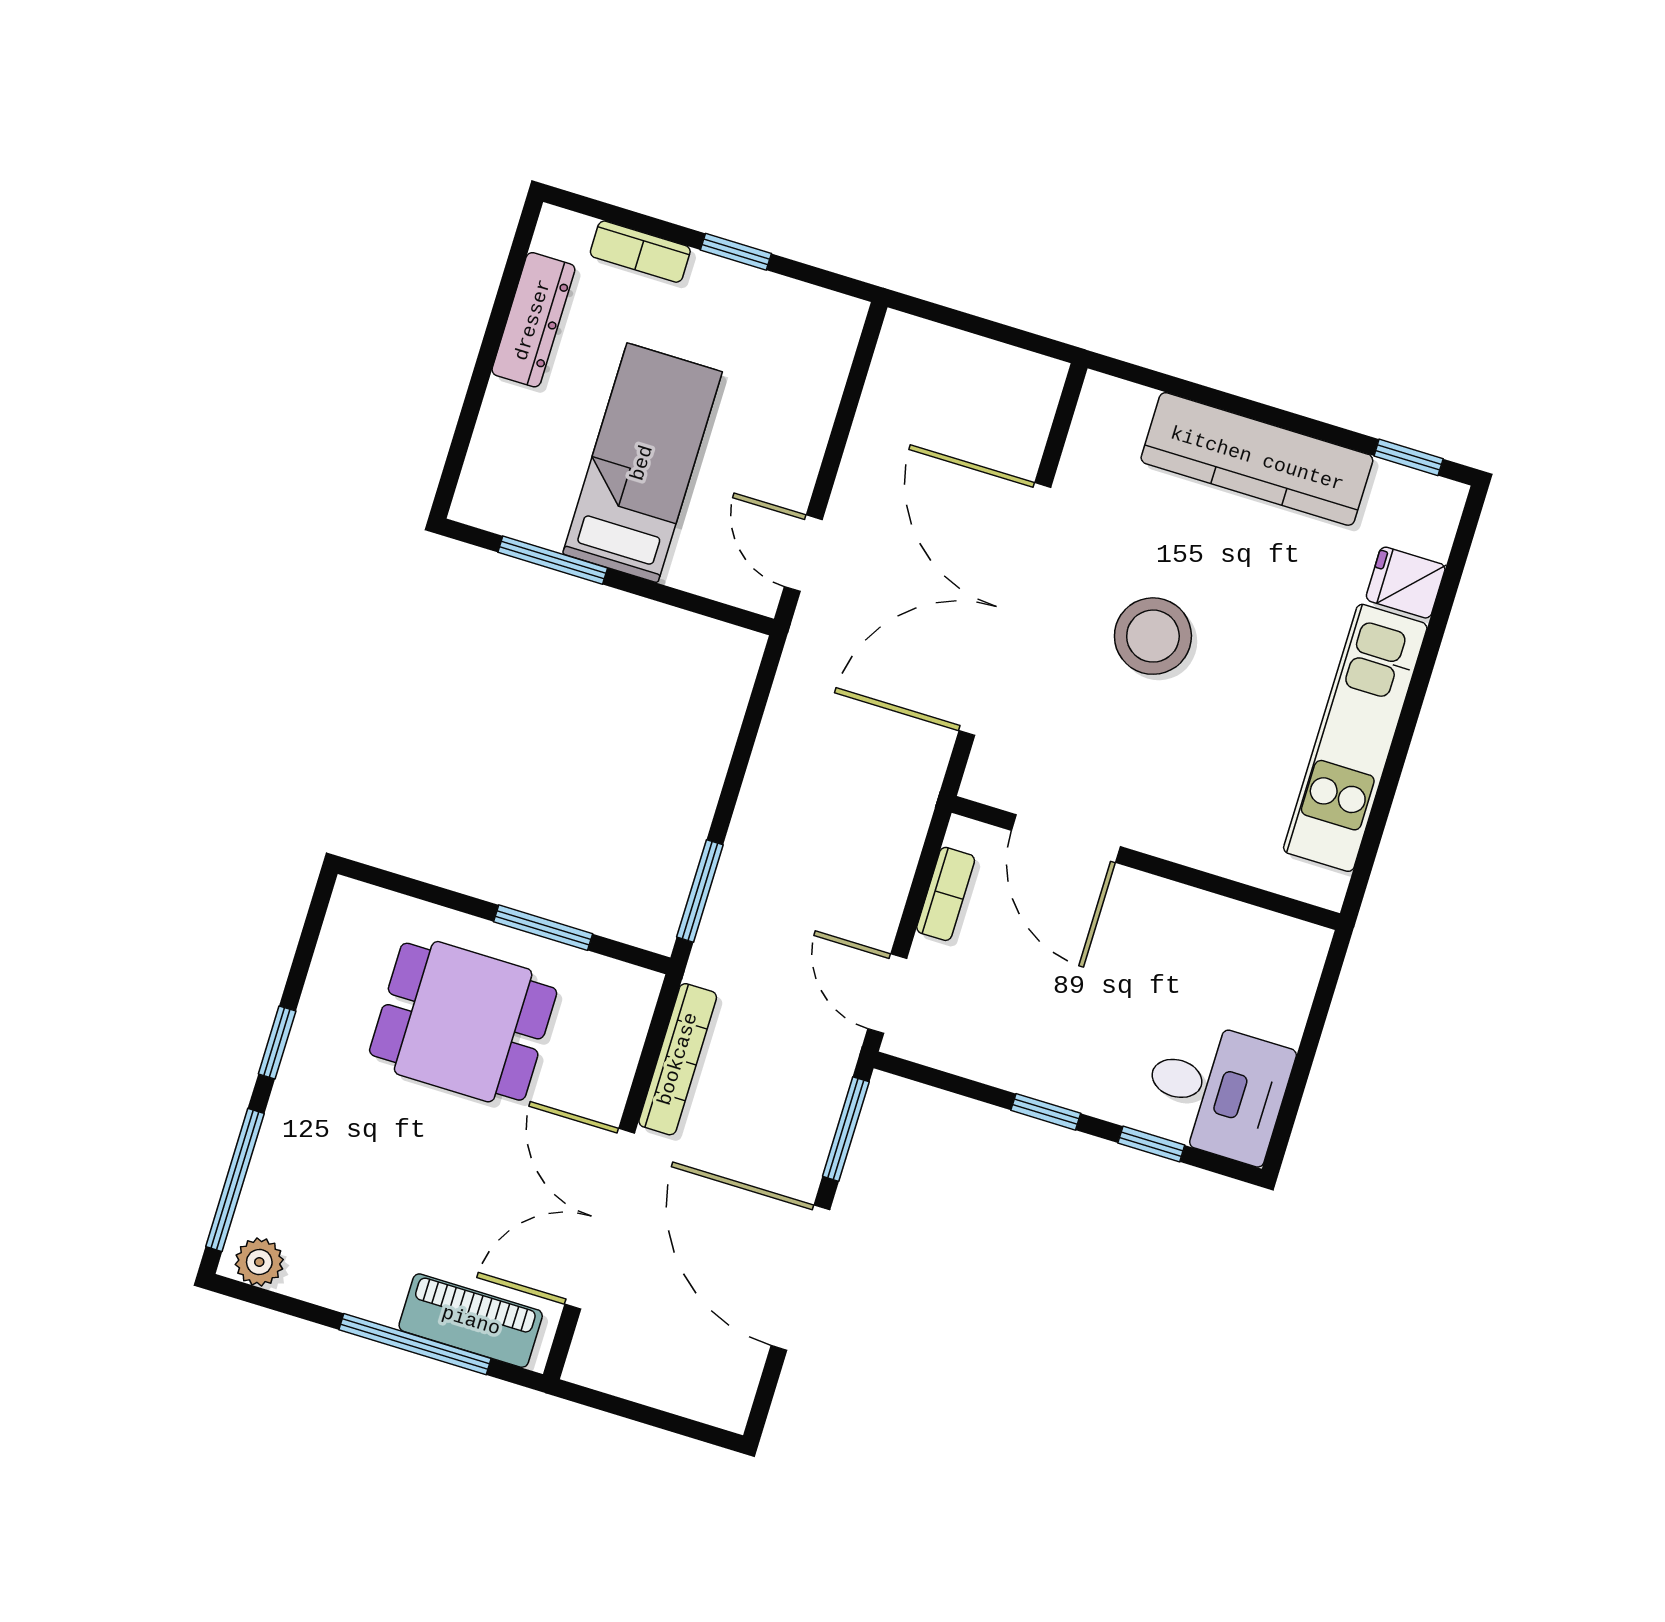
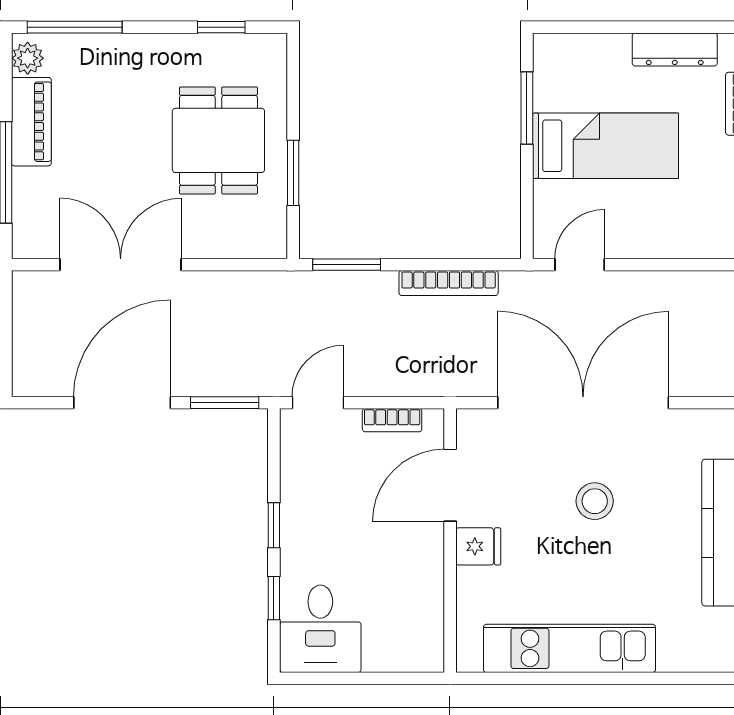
fridge: (1406, 583) -> (478, 546), moved, turned 90
stool: (1153, 636) -> (595, 501), width x0.73, depth x0.73
window: (277, 1042) -> (221, 27), moved
bookcase: (678, 1059) -> (449, 283), moved
piano: (471, 1321) -> (31, 122), moved

